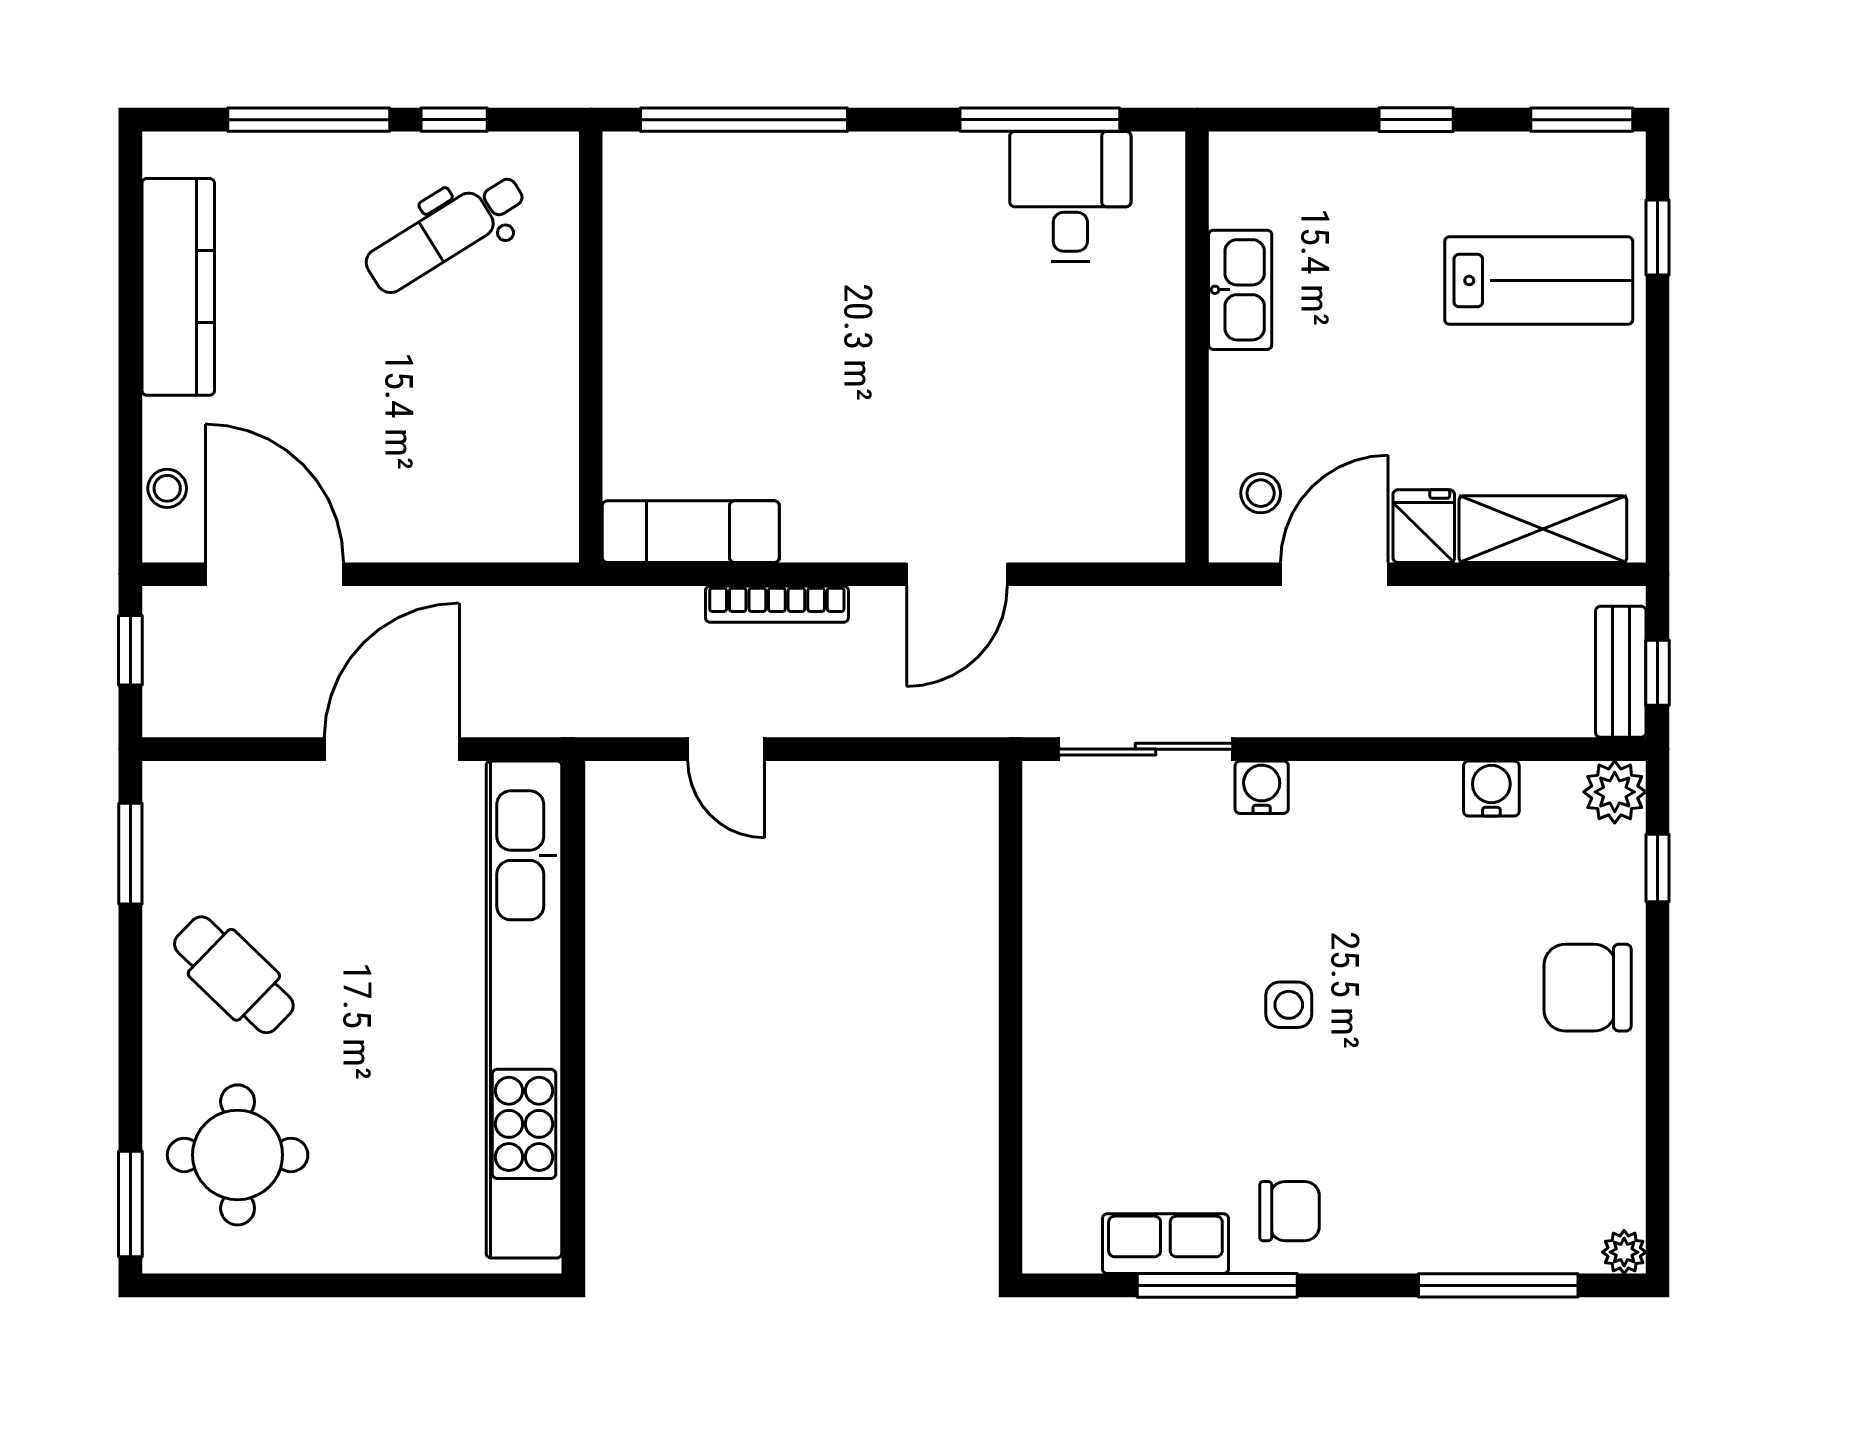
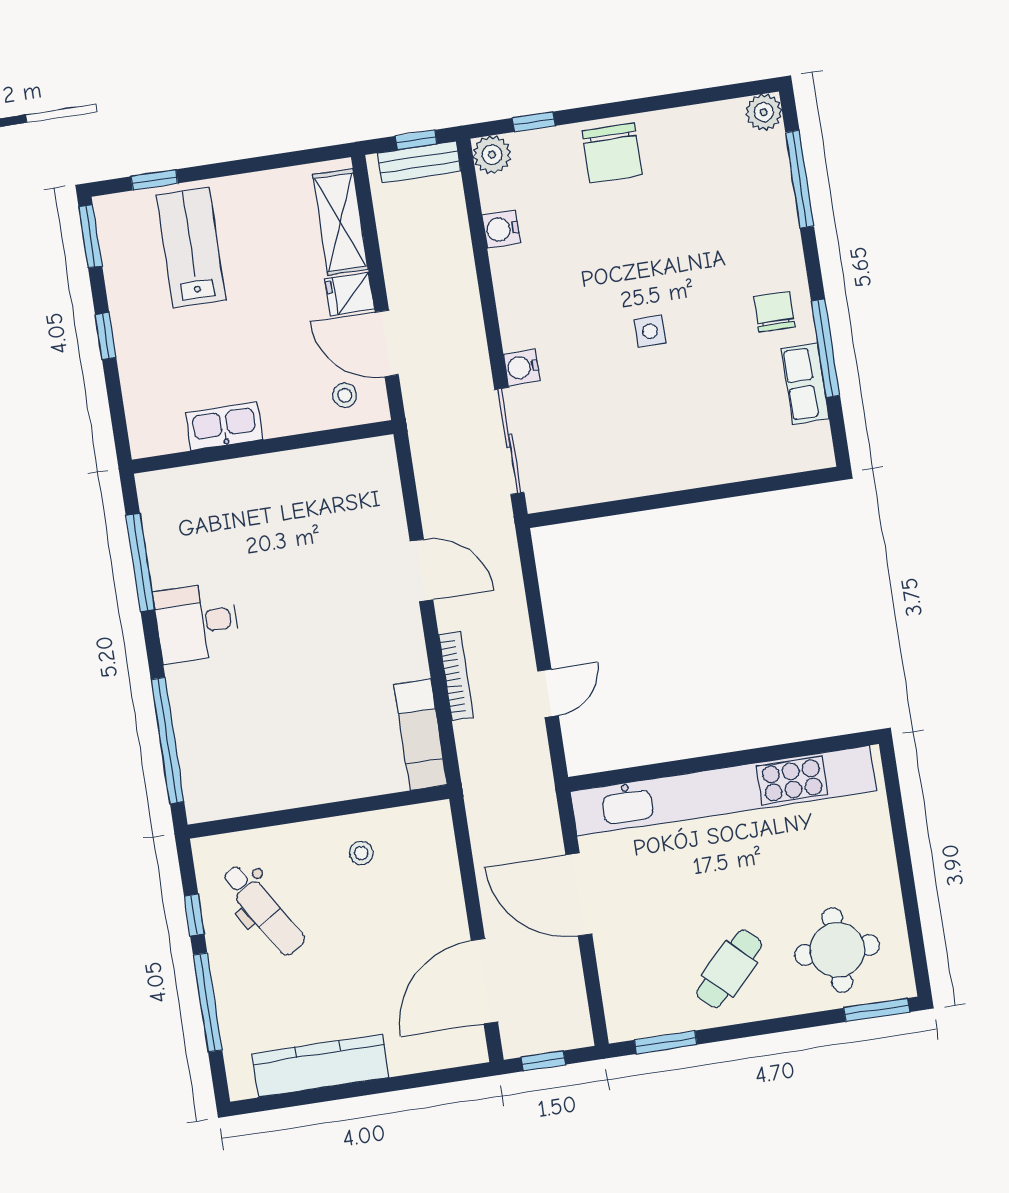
desk: (1070, 197) -> (197, 623), moved
stool: (167, 488) -> (361, 853), moved
plant: (1624, 1252) -> (764, 112), width x1.38, depth x1.38

